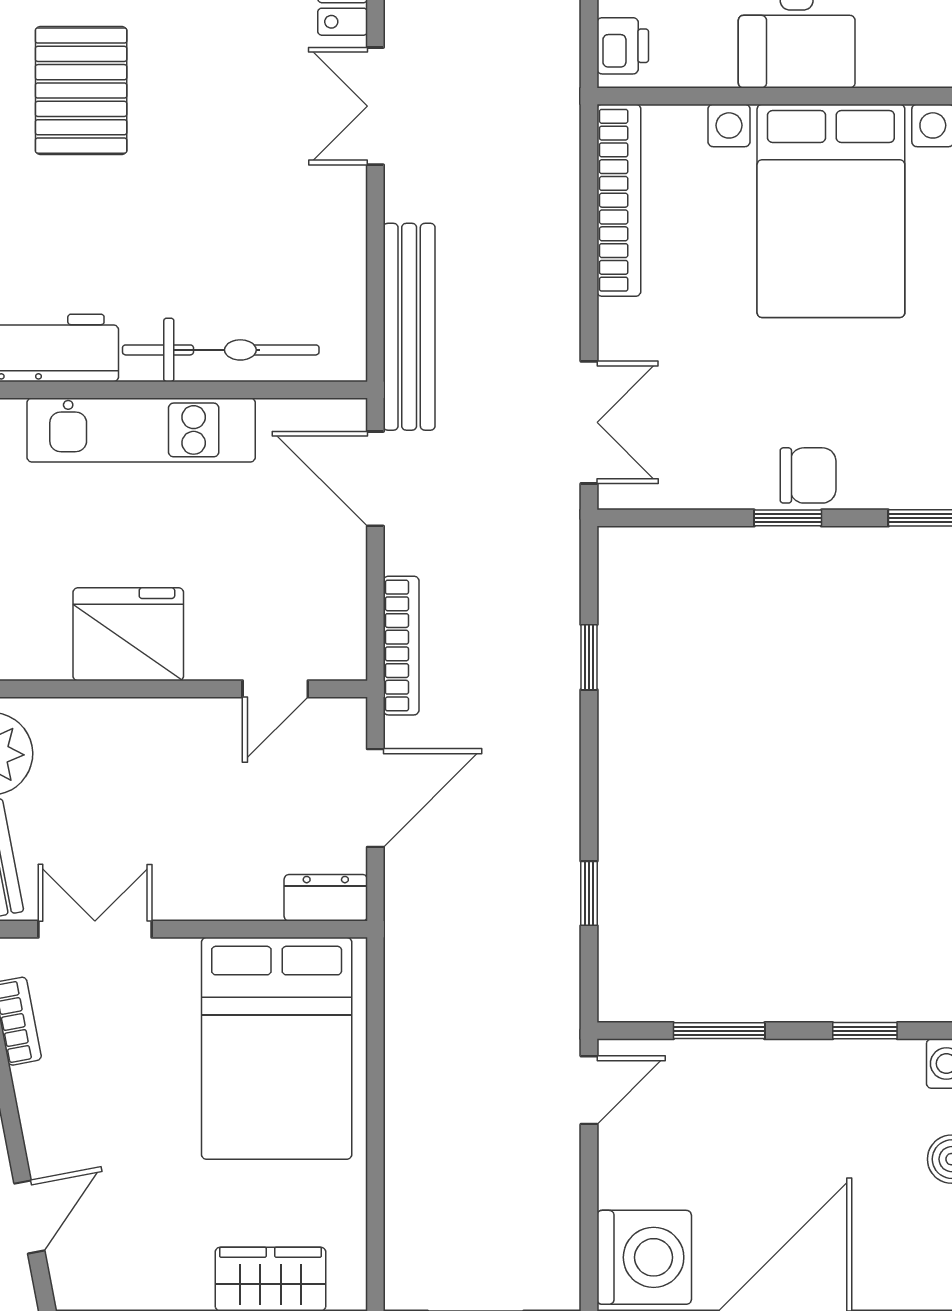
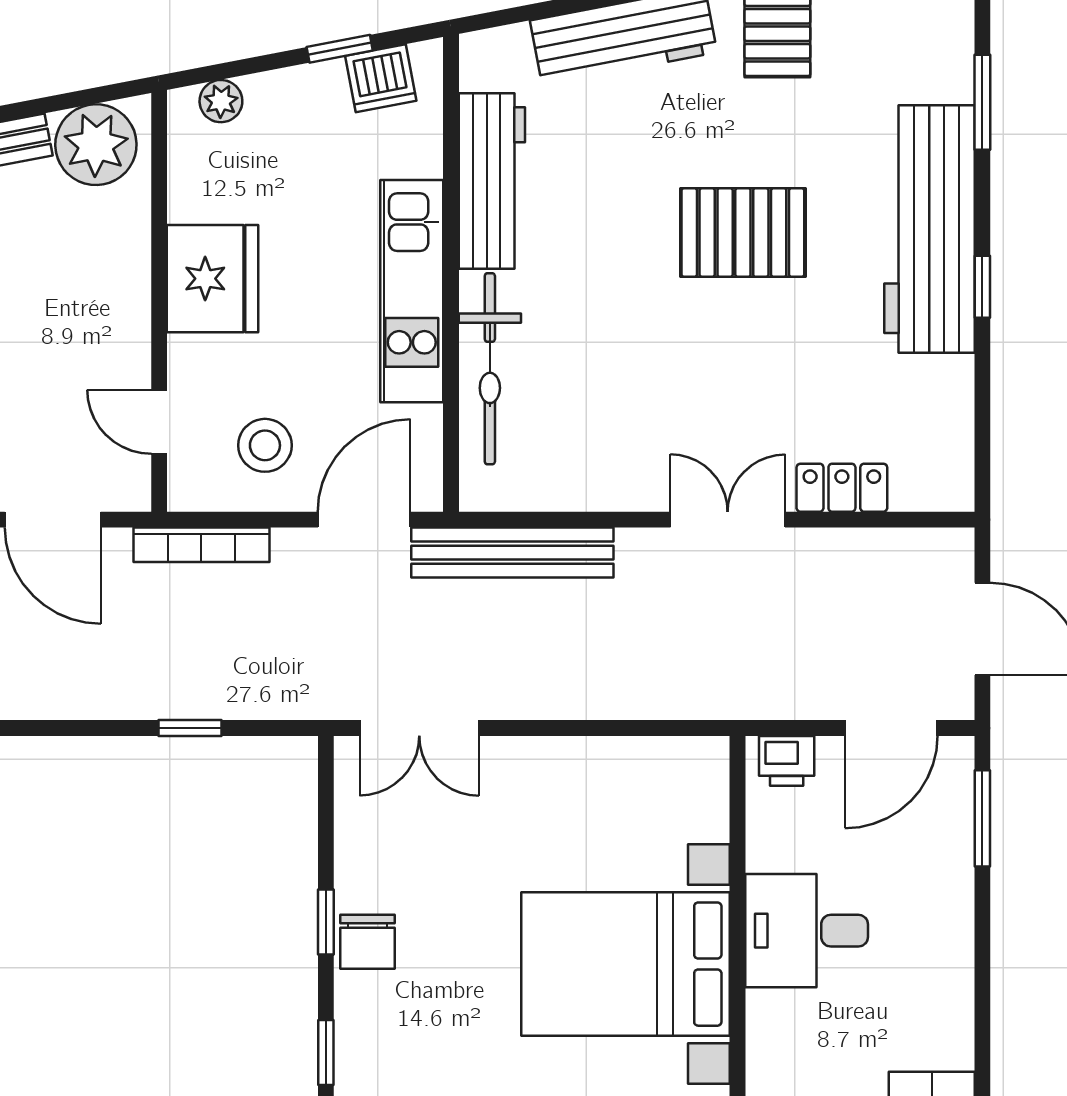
bookcase: (619, 200) -> (636, 757), removed
stool: (299, 580) -> (265, 445), added

